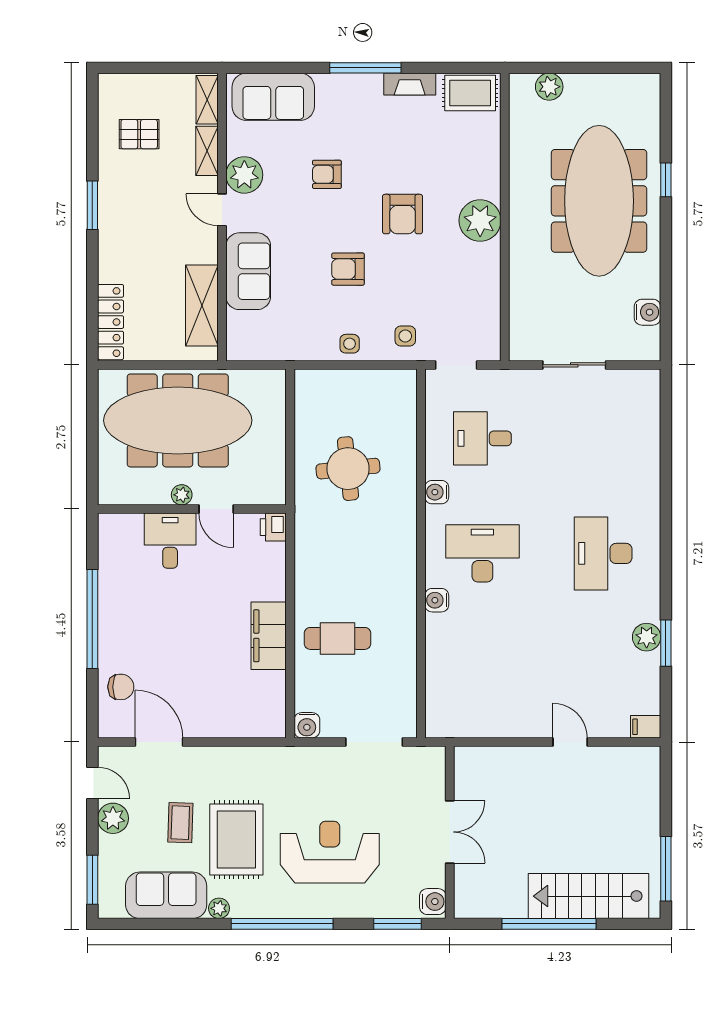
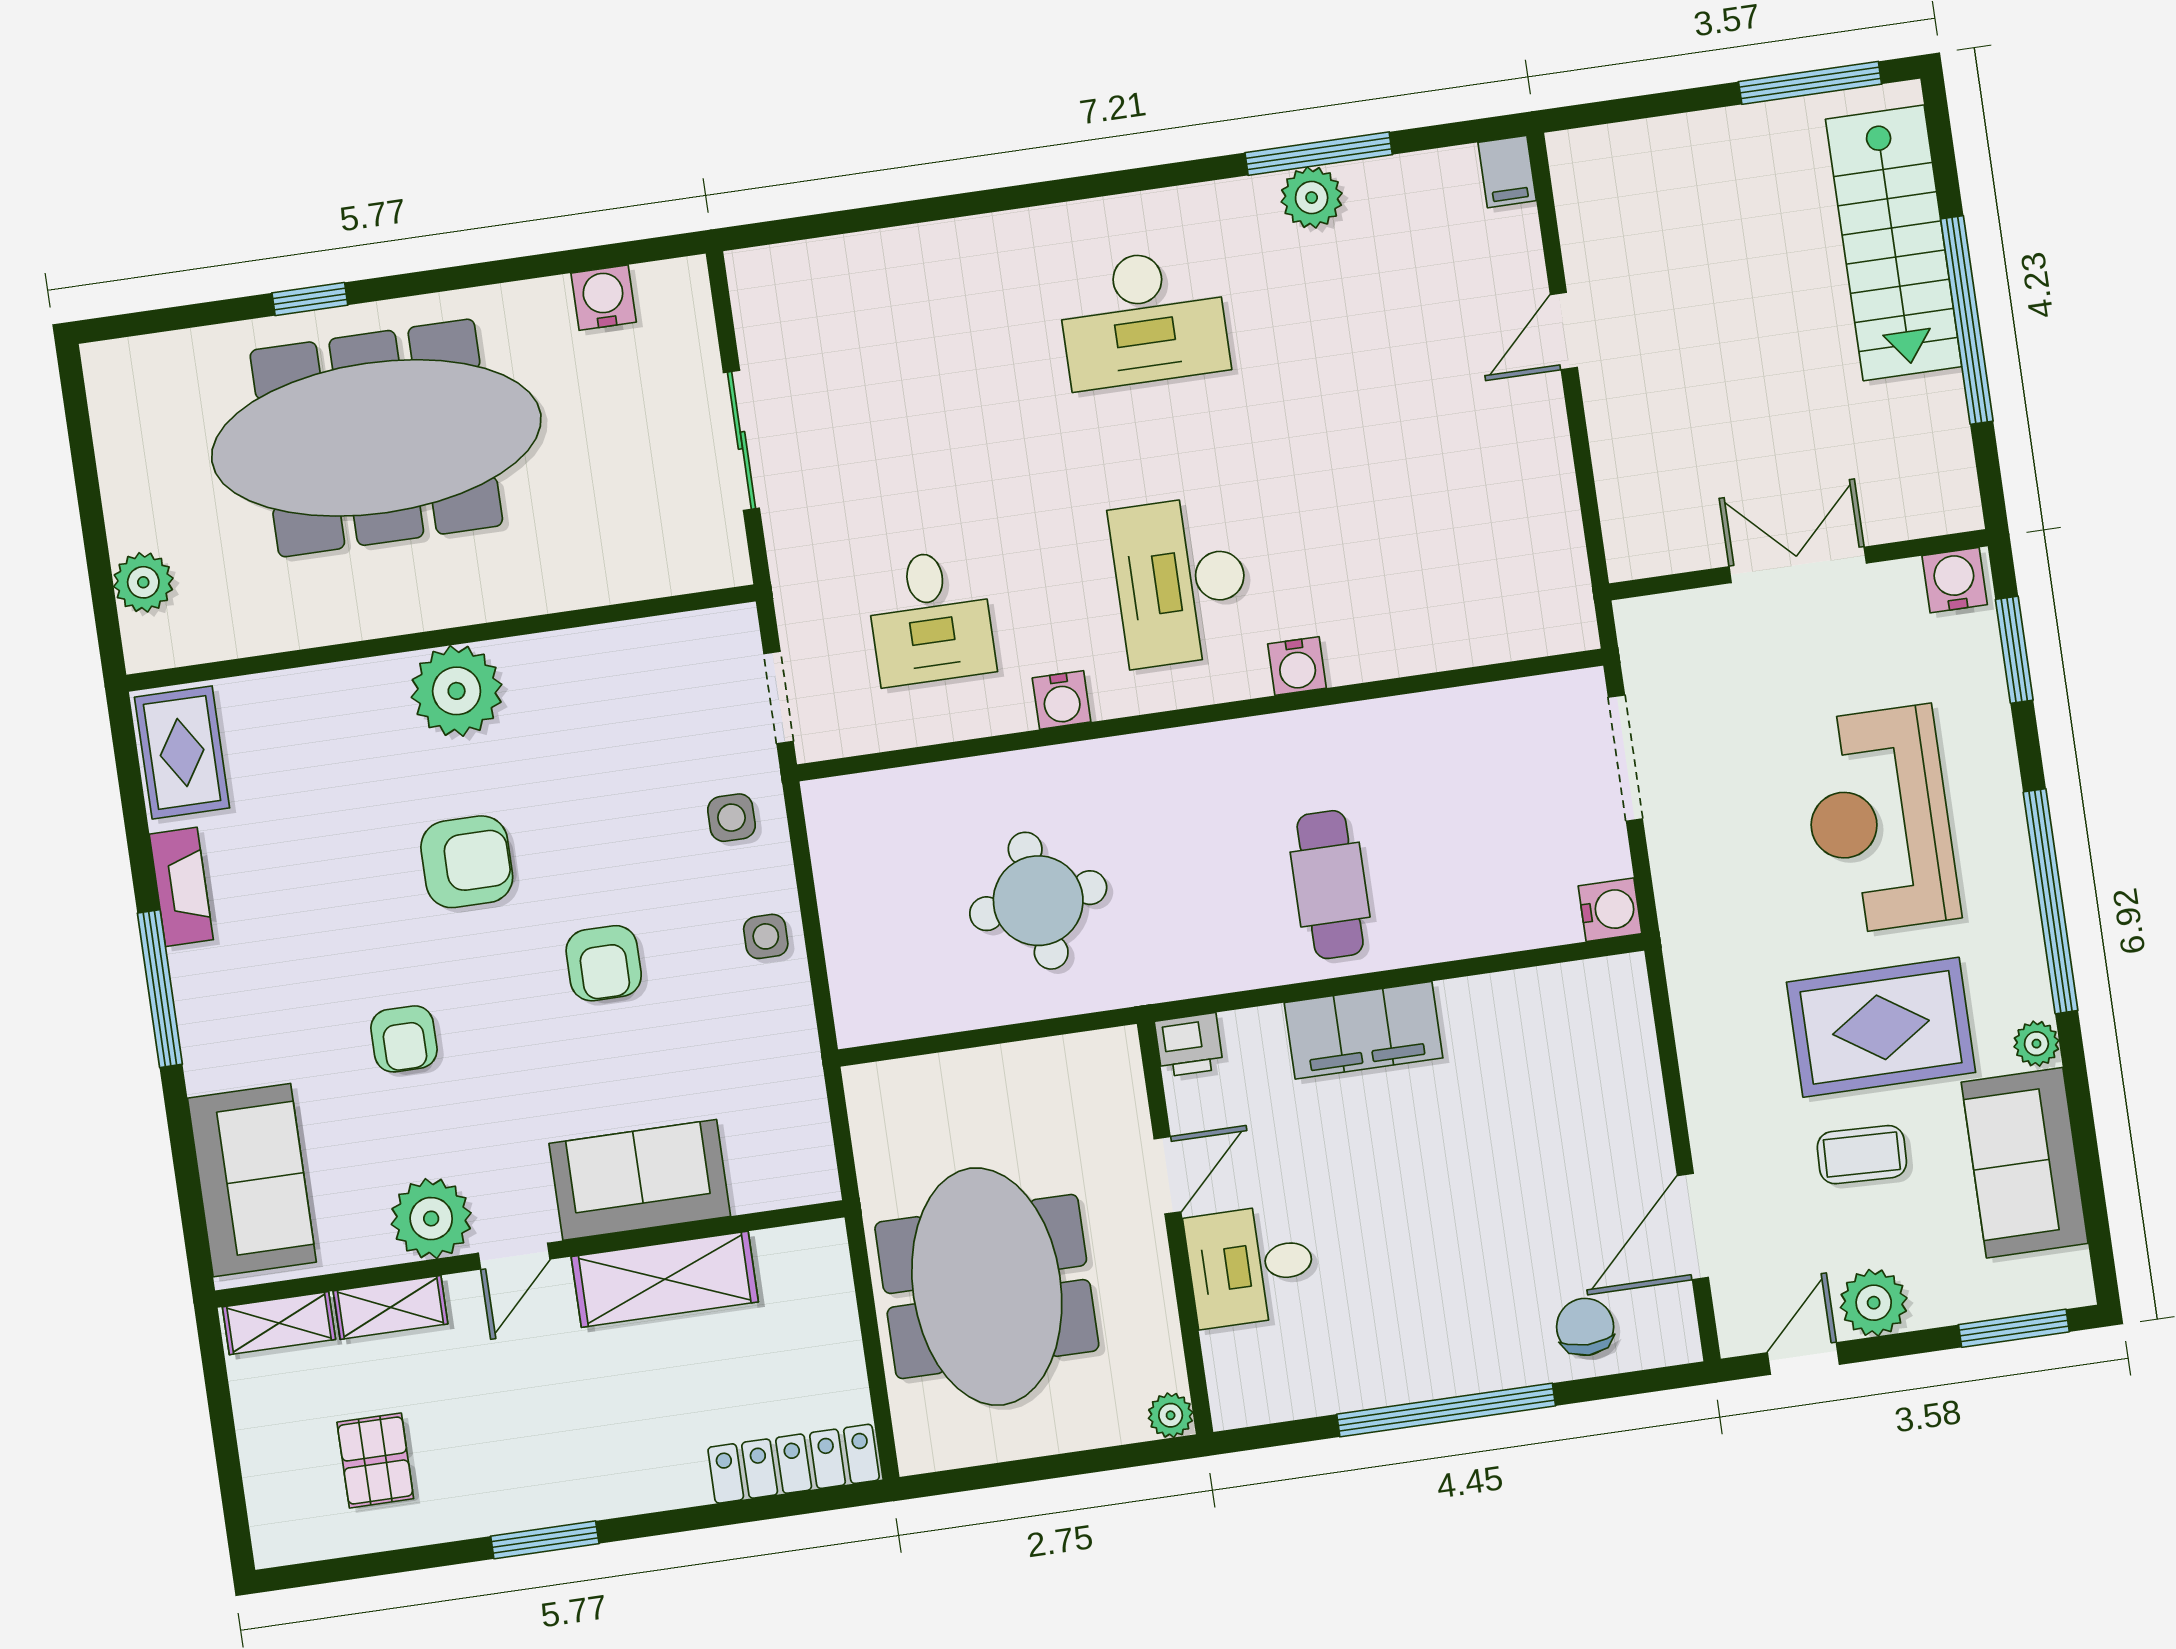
shelving: (202, 306) -> (665, 1279), moved
meeting table: (178, 420) -> (987, 1287), width x0.73
plant: (182, 495) -> (1171, 1415), moved
filing cabinet: (269, 636) -> (1364, 1030), moved
cafe table: (338, 638) -> (1330, 885), moved
window: (666, 643) -> (1319, 154), width x1.44

